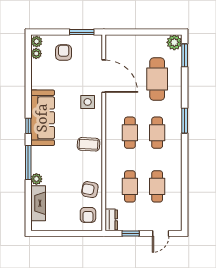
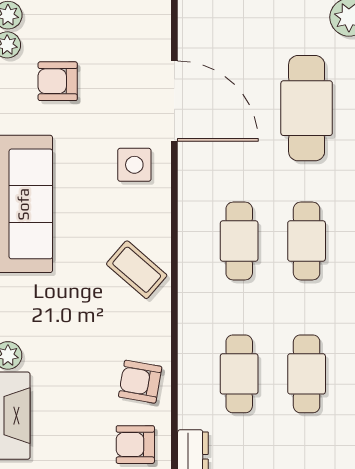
armchair: (64, 53) -> (58, 81), moved, turned -90
coffee table: (89, 144) -> (137, 270), turned 38
armchair: (88, 215) -> (135, 445), turned 90

